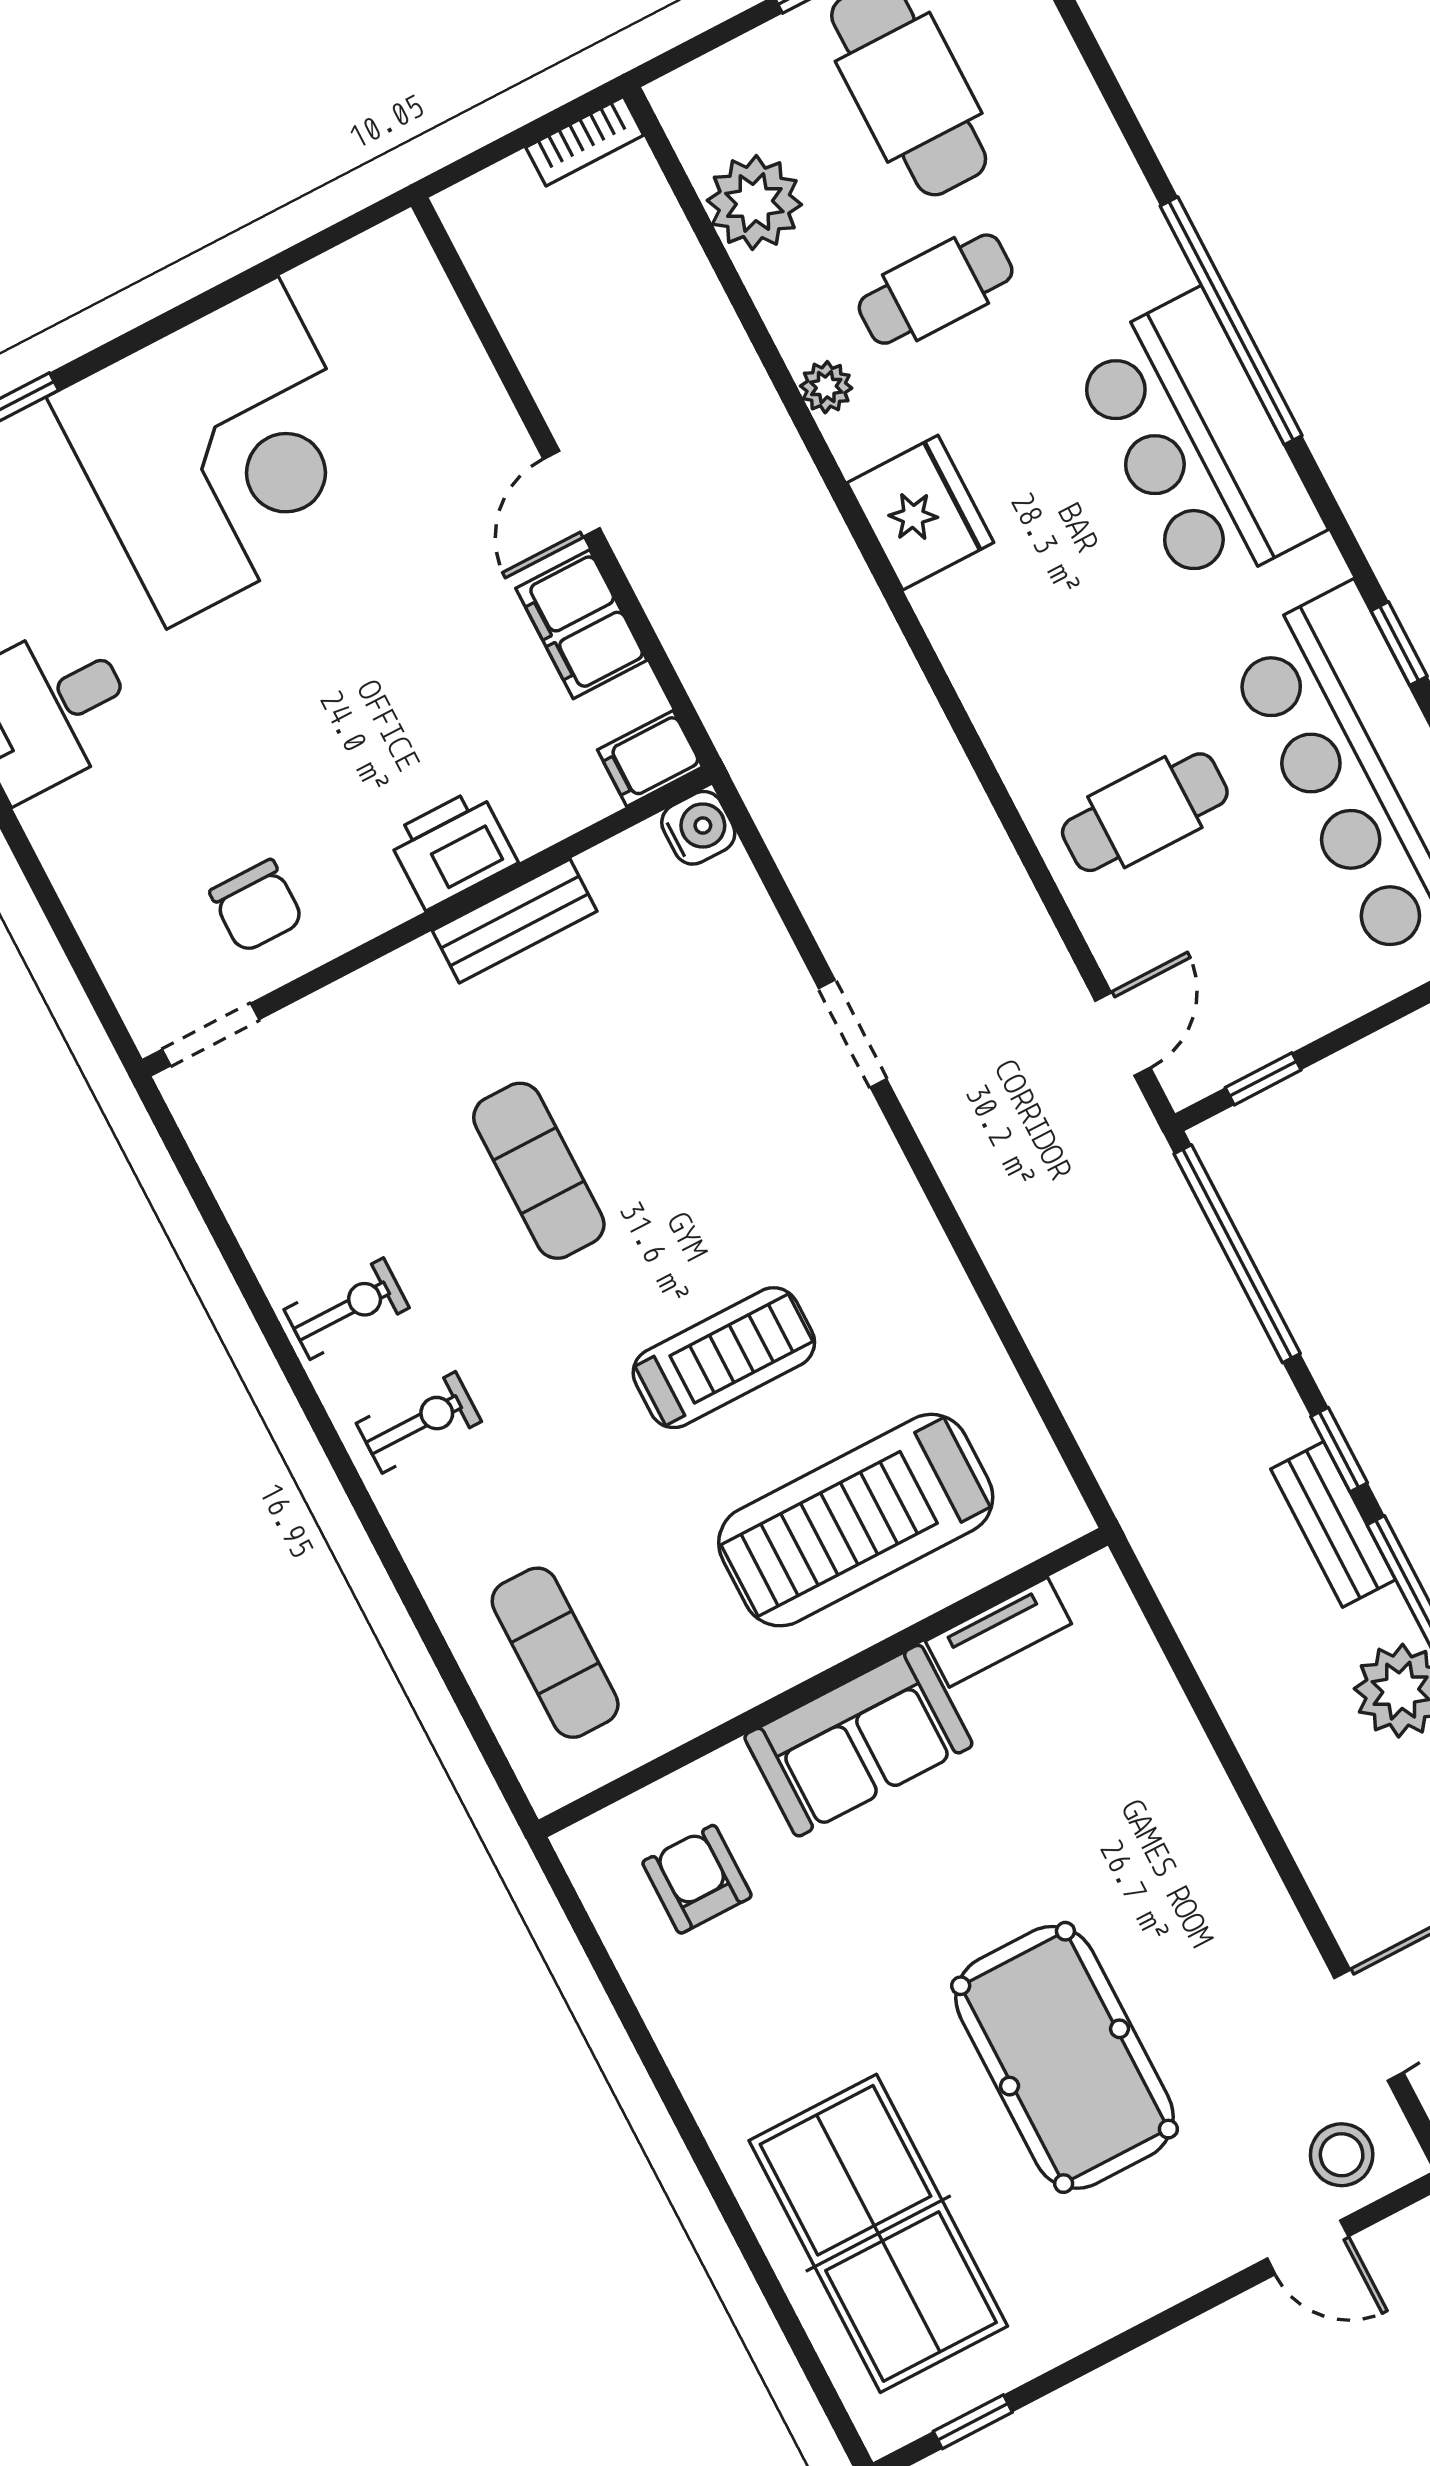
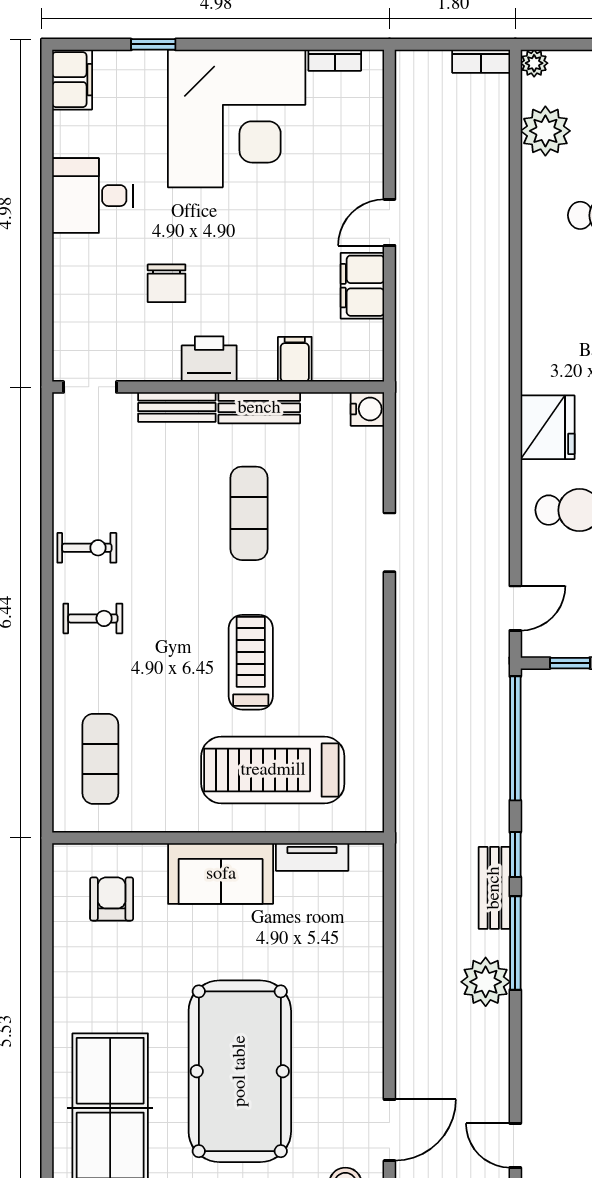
bookcase: (337, 268) -> (335, 60), added
plant: (826, 387) -> (534, 63), moved
fridge: (920, 513) -> (548, 427), moved
filing cabinet: (650, 758) -> (295, 359), moved, turned 90
printer: (452, 849) -> (209, 359), moved
chair: (257, 906) -> (167, 283), moved
bench: (375, 992) -> (177, 407), added
exercise mat: (539, 1171) -> (249, 513), moved
treadmill: (724, 1358) -> (251, 662), turned -90
pool table: (1065, 2057) -> (240, 1071), width x1.36, depth x1.32

